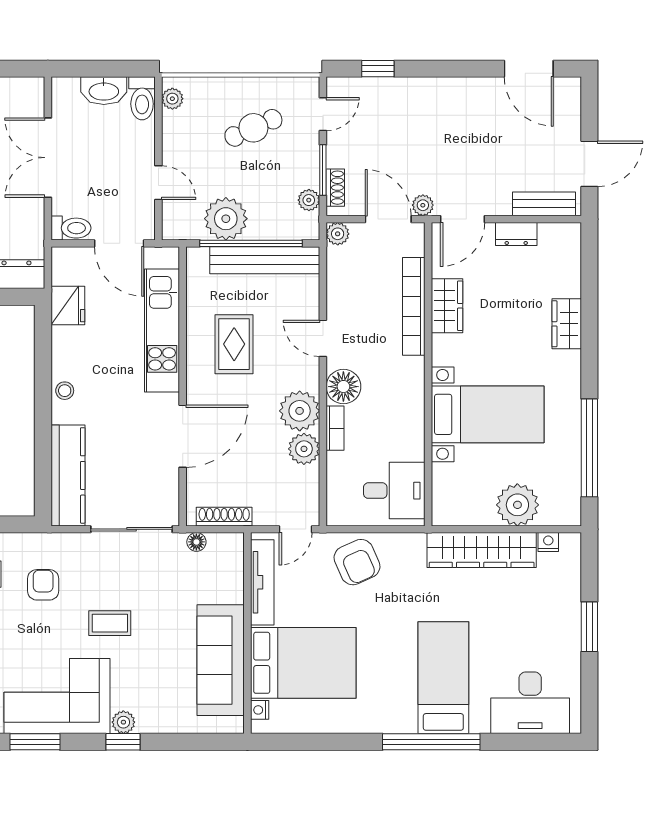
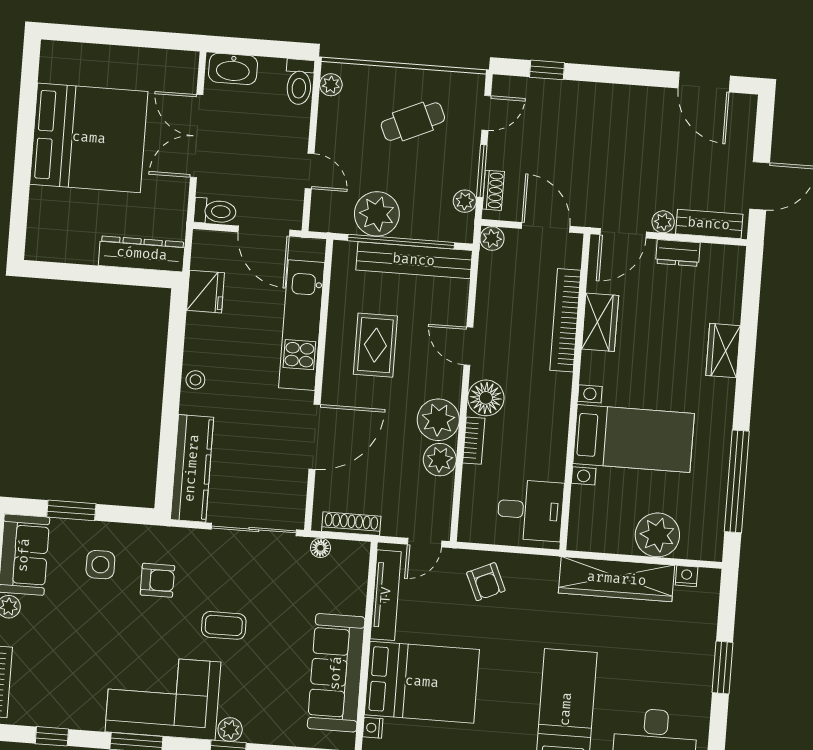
washbasin: (104, 91) -> (233, 69), moved
plant: (423, 205) -> (663, 222), moved
armchair: (357, 562) -> (486, 582), width x0.72, depth x0.72
armchair: (43, 585) -> (157, 580), turned 90

